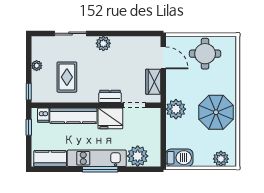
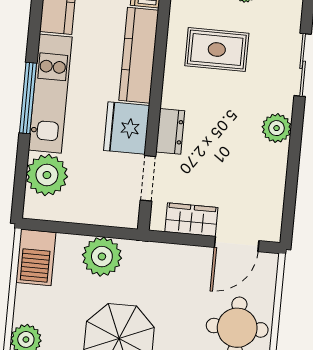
plant: (176, 109) -> (102, 257), moved

